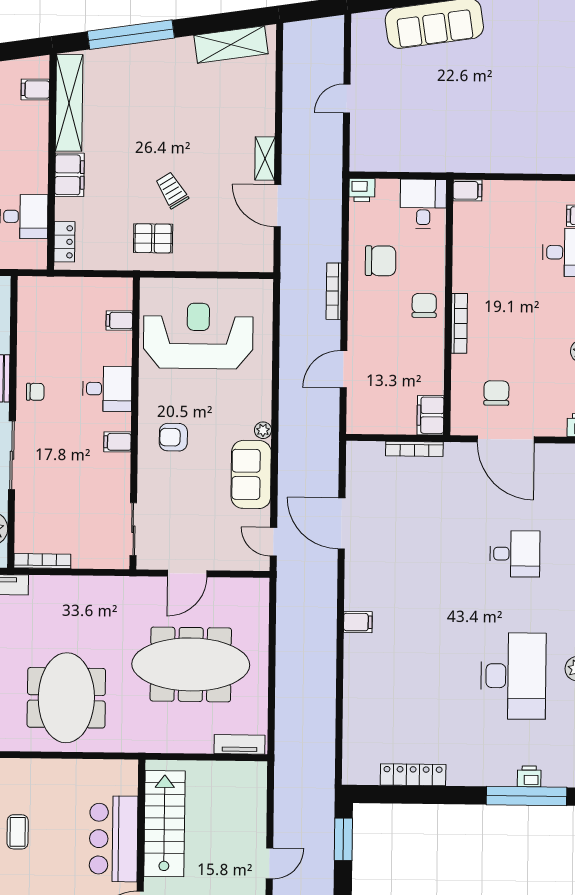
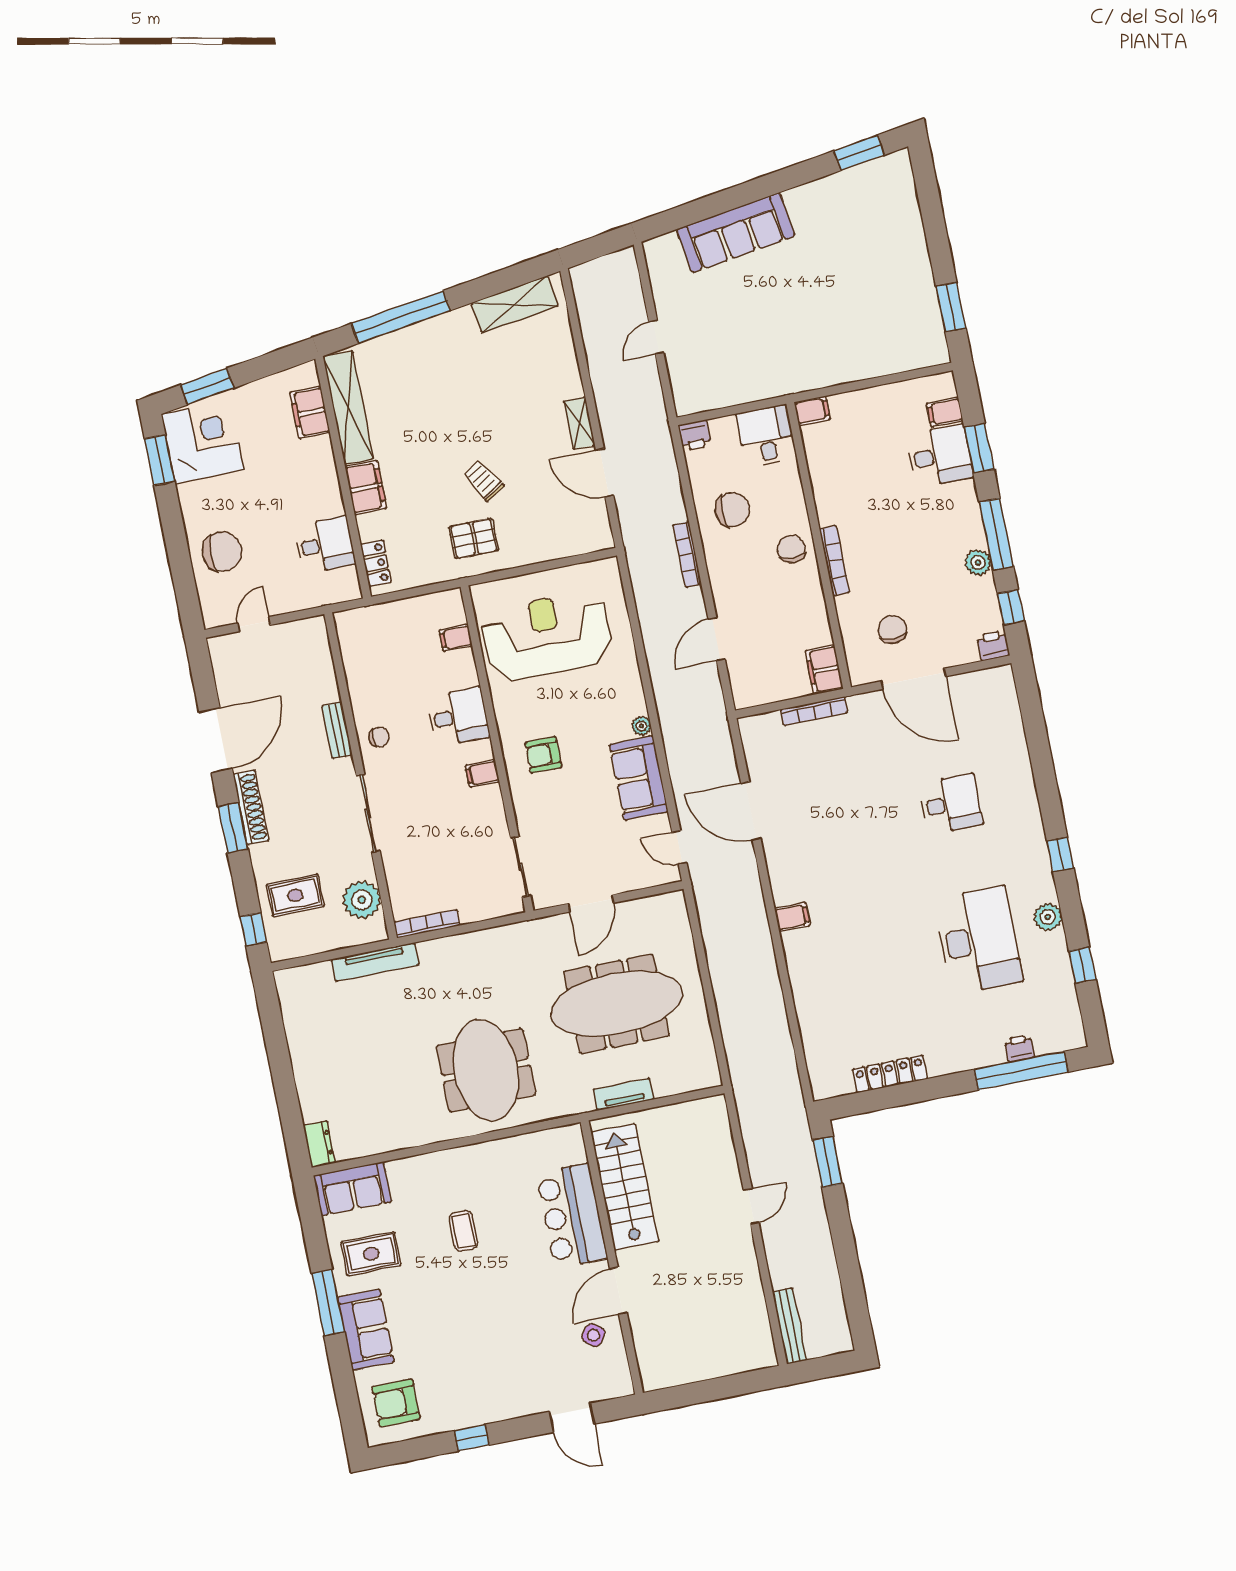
filing cabinet: (35, 89) -> (310, 412), width x2.00
tv unit: (240, 744) -> (624, 1094), moved

